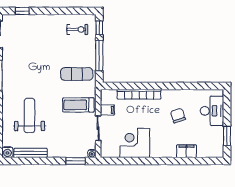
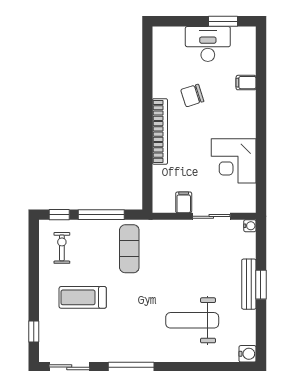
bookcase: (139, 94) -> (160, 131), moved
treadmill: (78, 105) -> (83, 297), moved, turned 90
desk: (212, 111) -> (208, 44), moved
filing cabinet: (186, 151) -> (246, 83), width x0.50
bench: (30, 153) -> (249, 284), moved
window: (76, 161) -> (261, 285), moved

